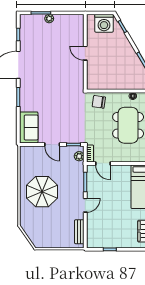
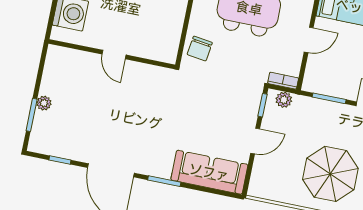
door: (85, 53) -> (114, 55), hinge flipped
sofa: (29, 127) -> (209, 172), width x1.36
door: (103, 163) -> (309, 40), moved

